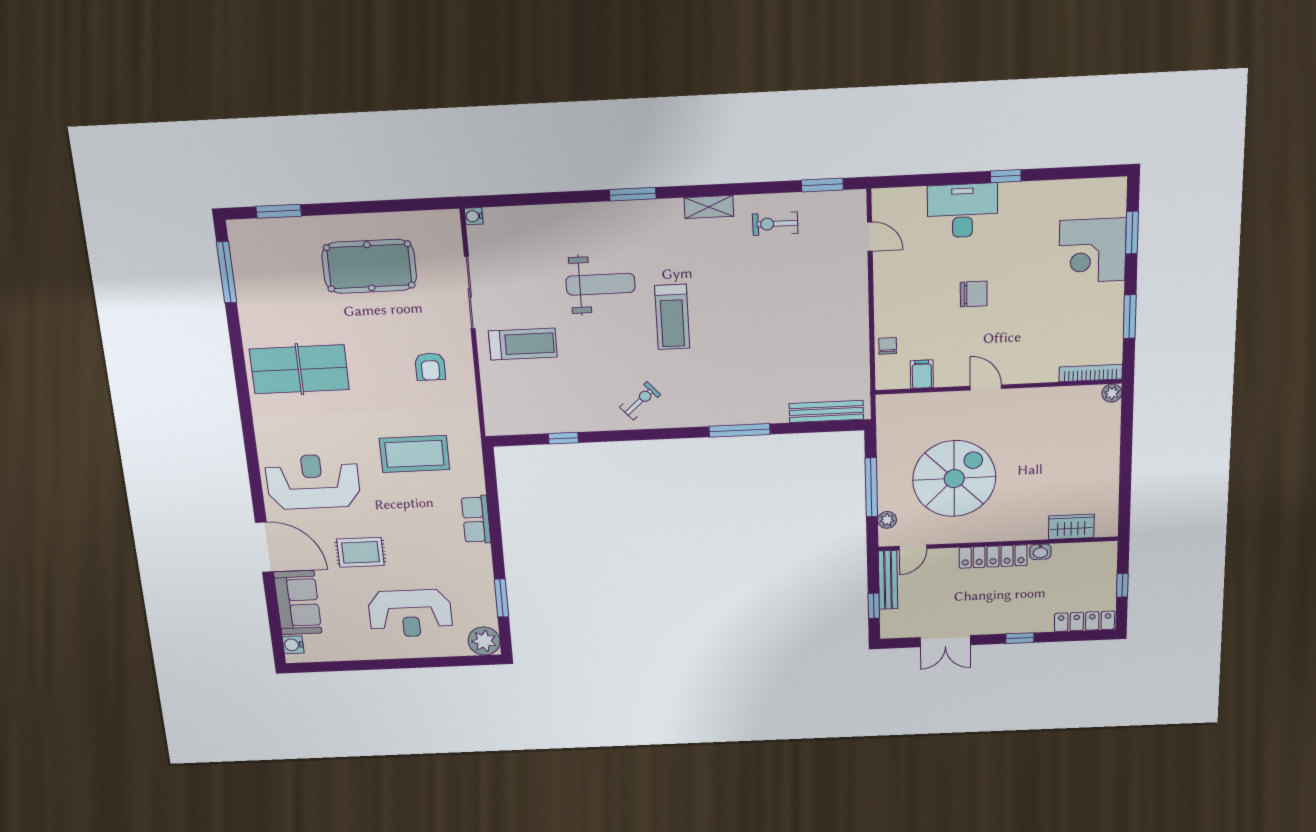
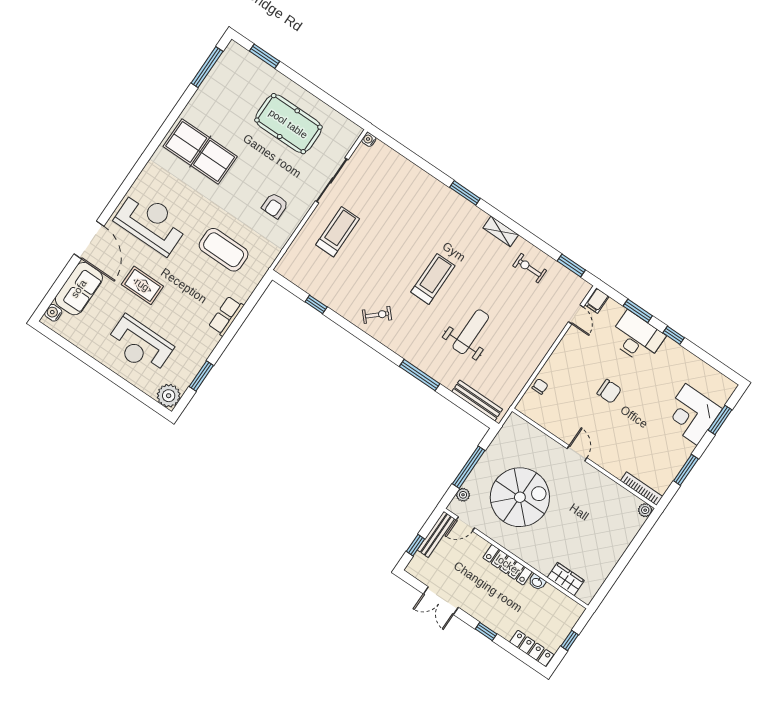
window: (941, 179) -> (638, 311), added
weight bench: (601, 284) -> (471, 332), moved, turned -90
treadmill: (672, 317) -> (433, 279), turned 180
treadmill: (523, 344) -> (338, 232), turned -90
filing cabinet: (922, 374) -> (597, 301), moved, turned 180

